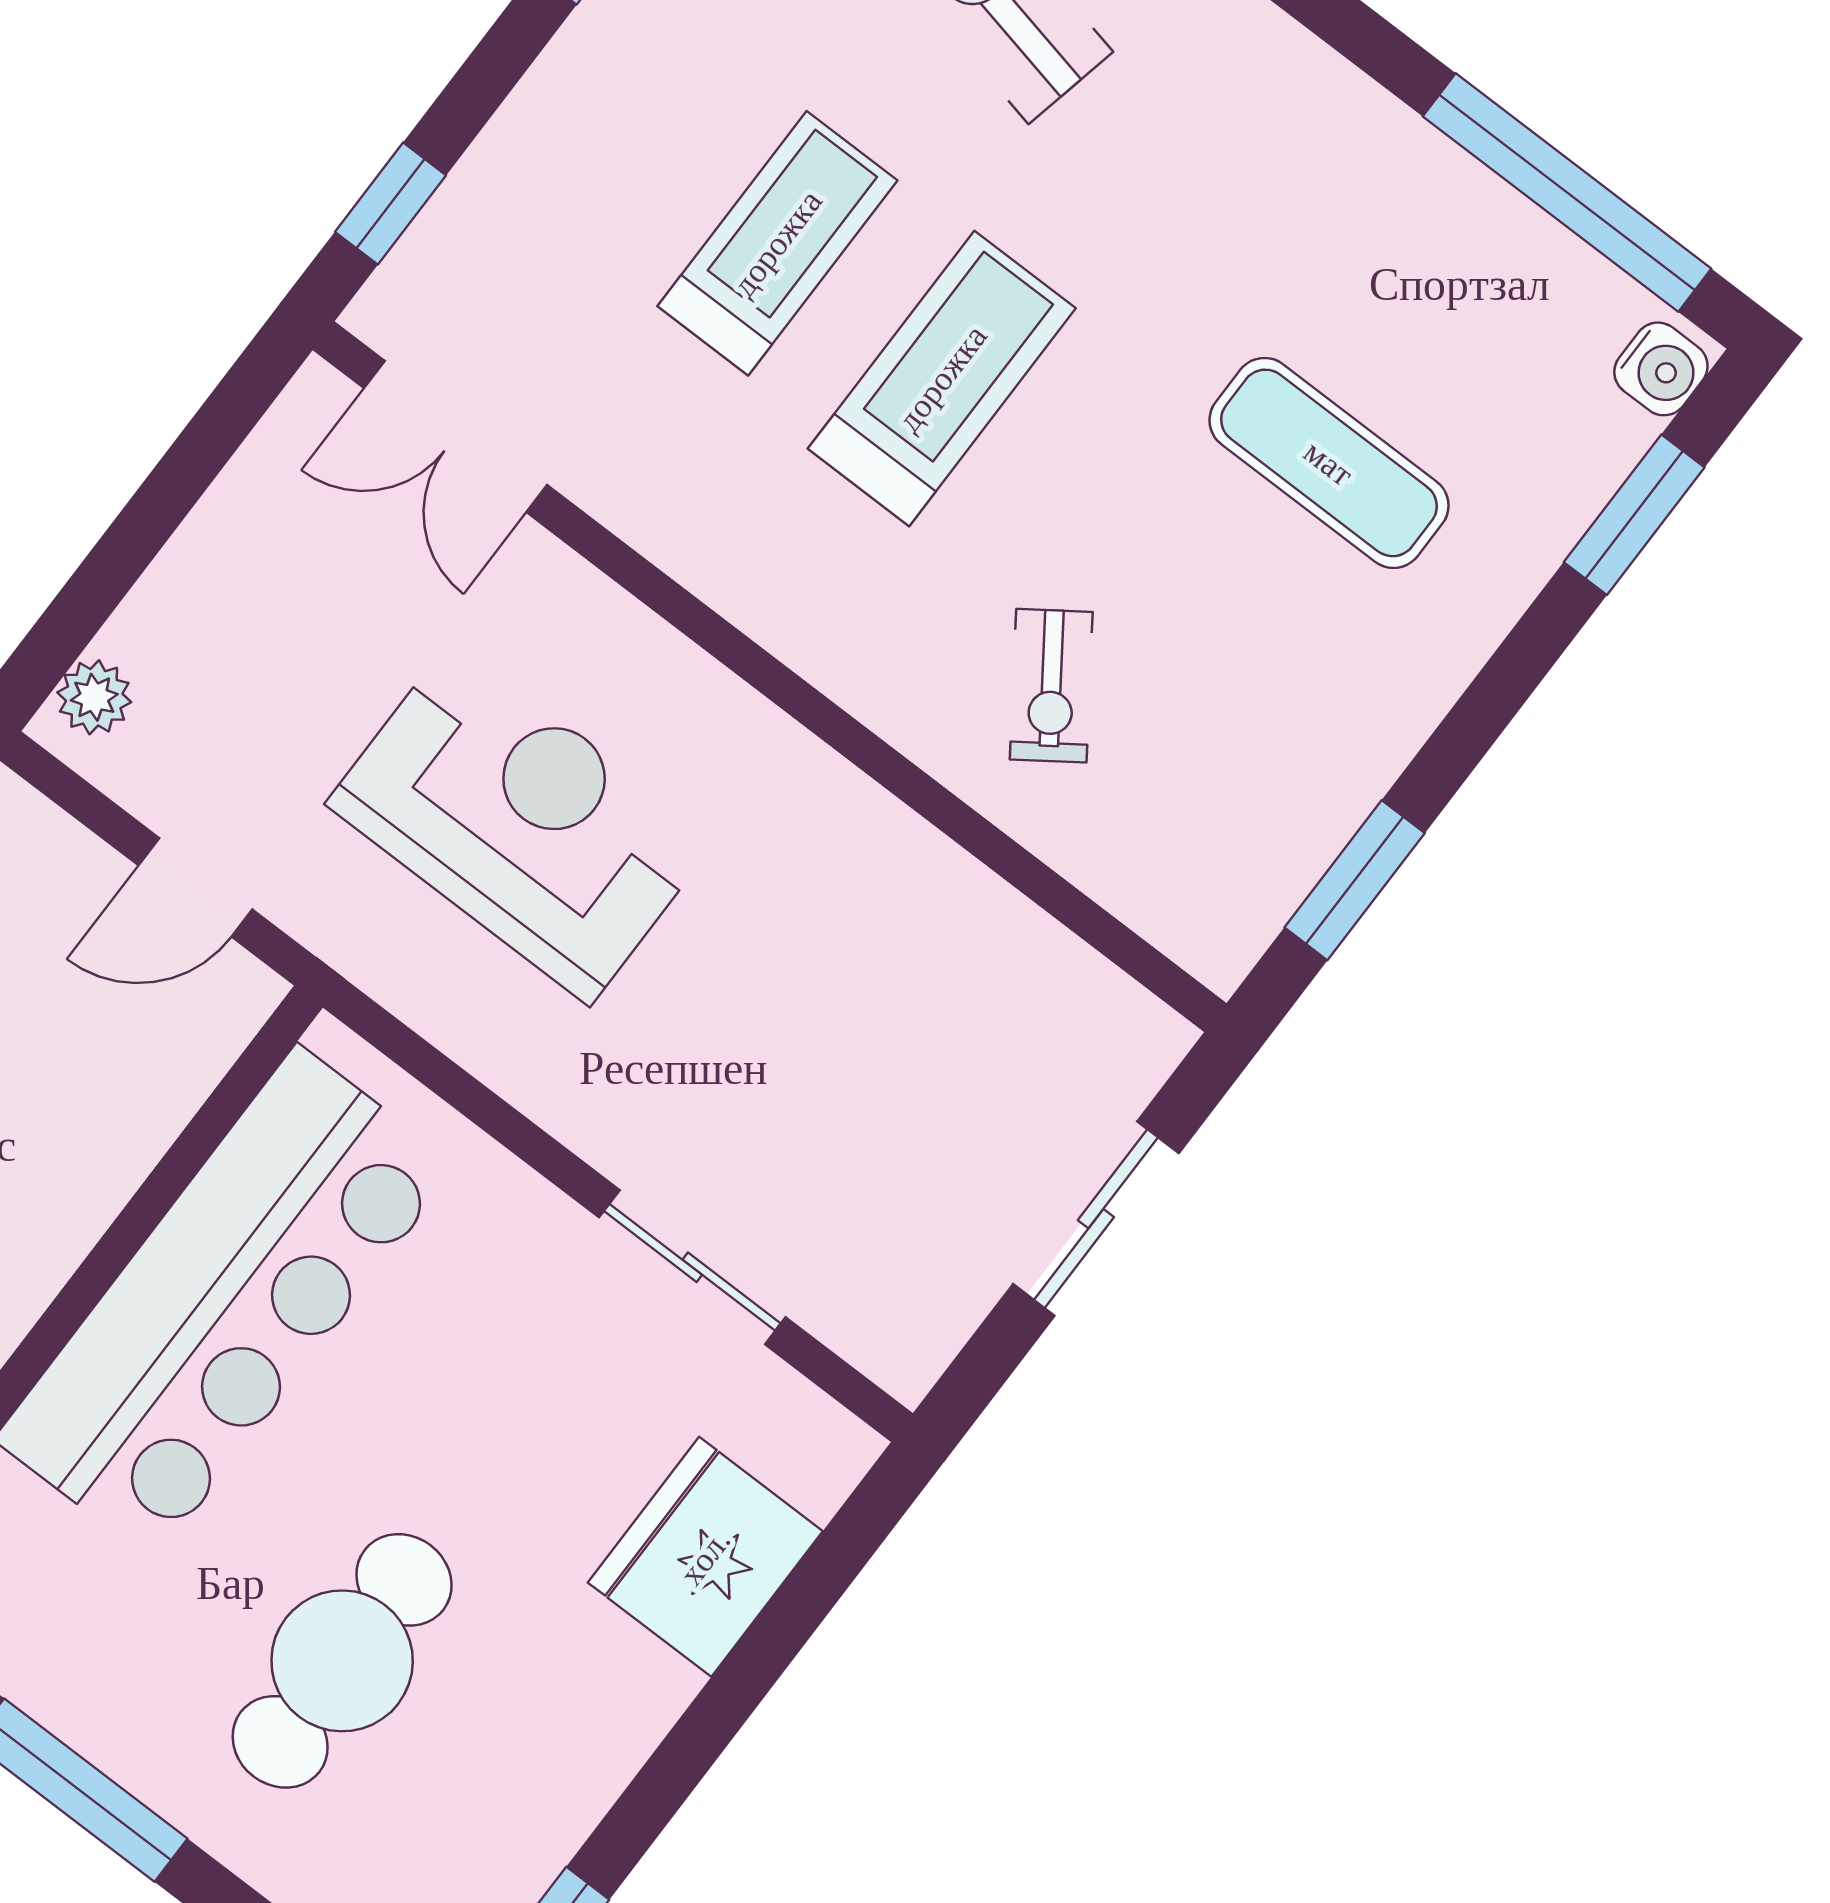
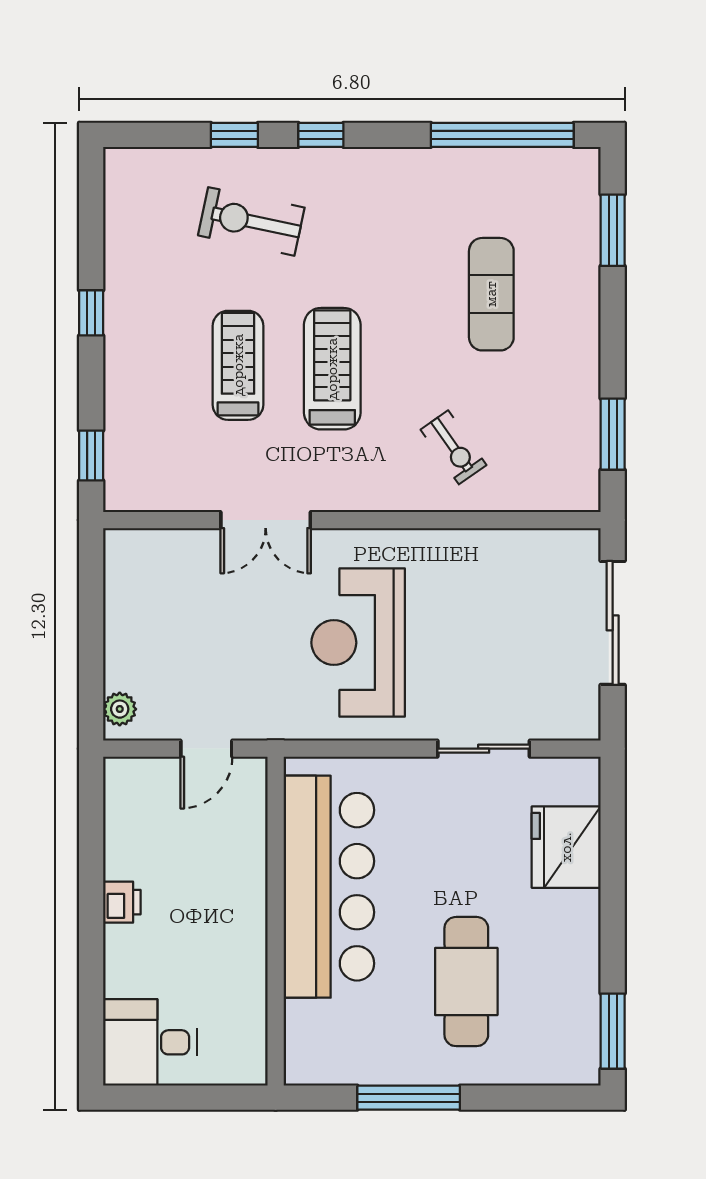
water cooler: (1661, 369) -> (583, 172), removed
double door: (455, 437) -> (266, 520), moved
exercise mat: (1329, 463) -> (491, 294), turned 90
reception desk: (521, 822) -> (358, 643), moved, turned -90
sliding door: (1096, 1219) -> (613, 623), width x1.37

